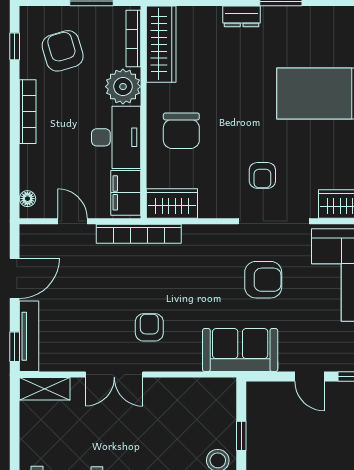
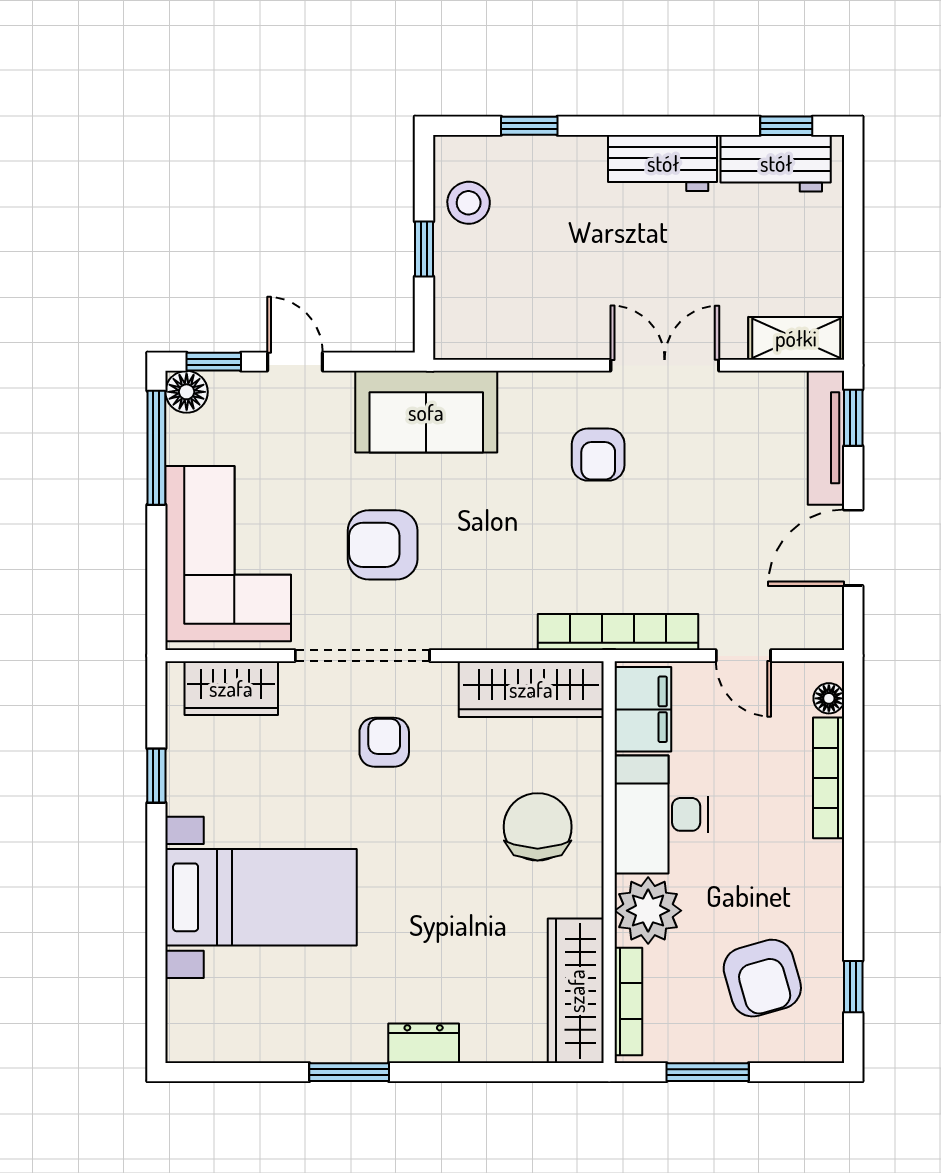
bookcase: (28, 112) -> (829, 778), moved
wardrobe: (172, 204) -> (531, 689), width x1.50

